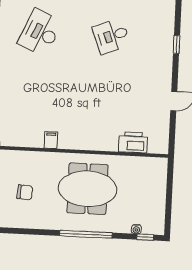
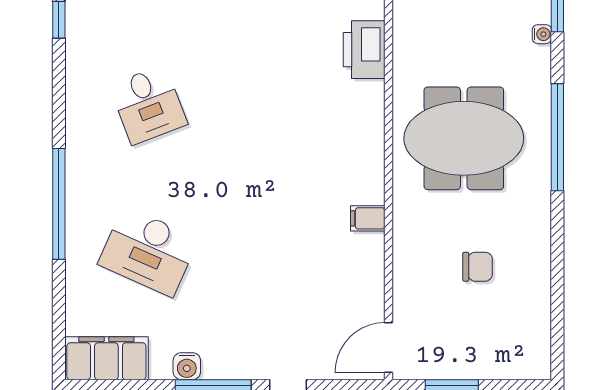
meeting table: (88, 189) -> (464, 138), turned 90
chair: (25, 192) -> (478, 267), turned 86

